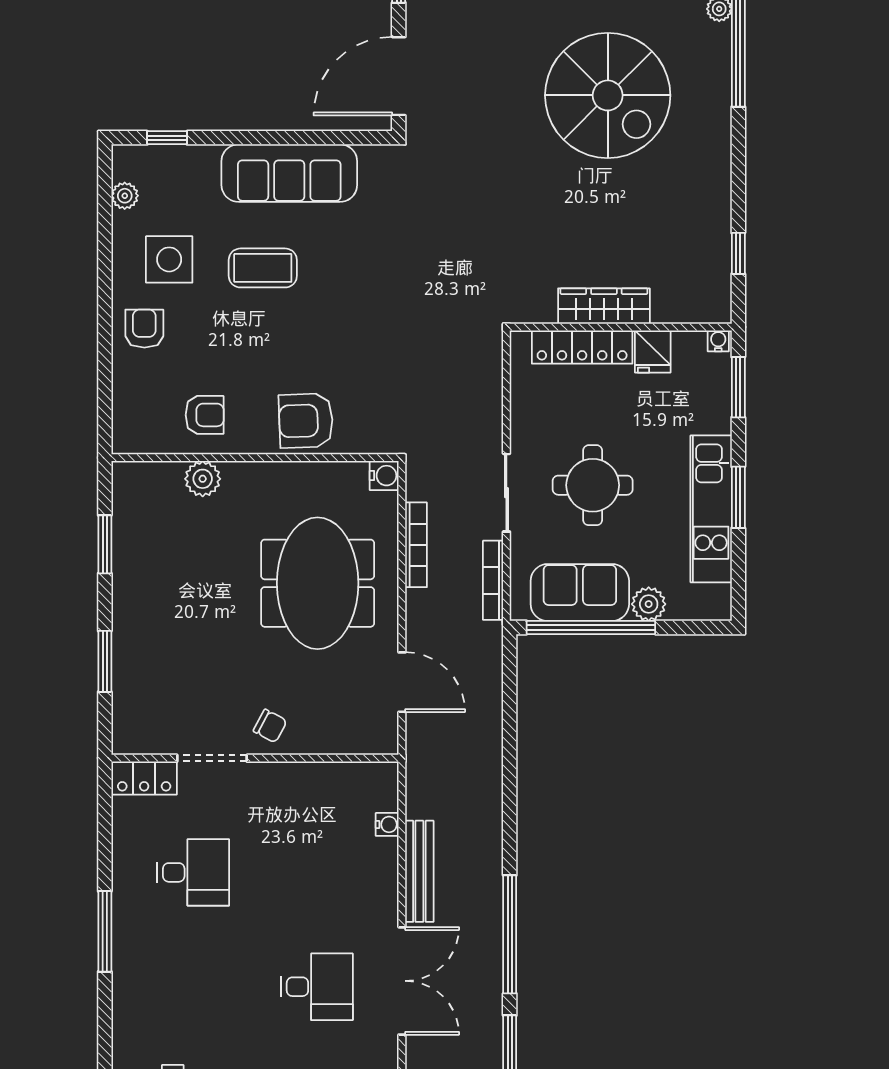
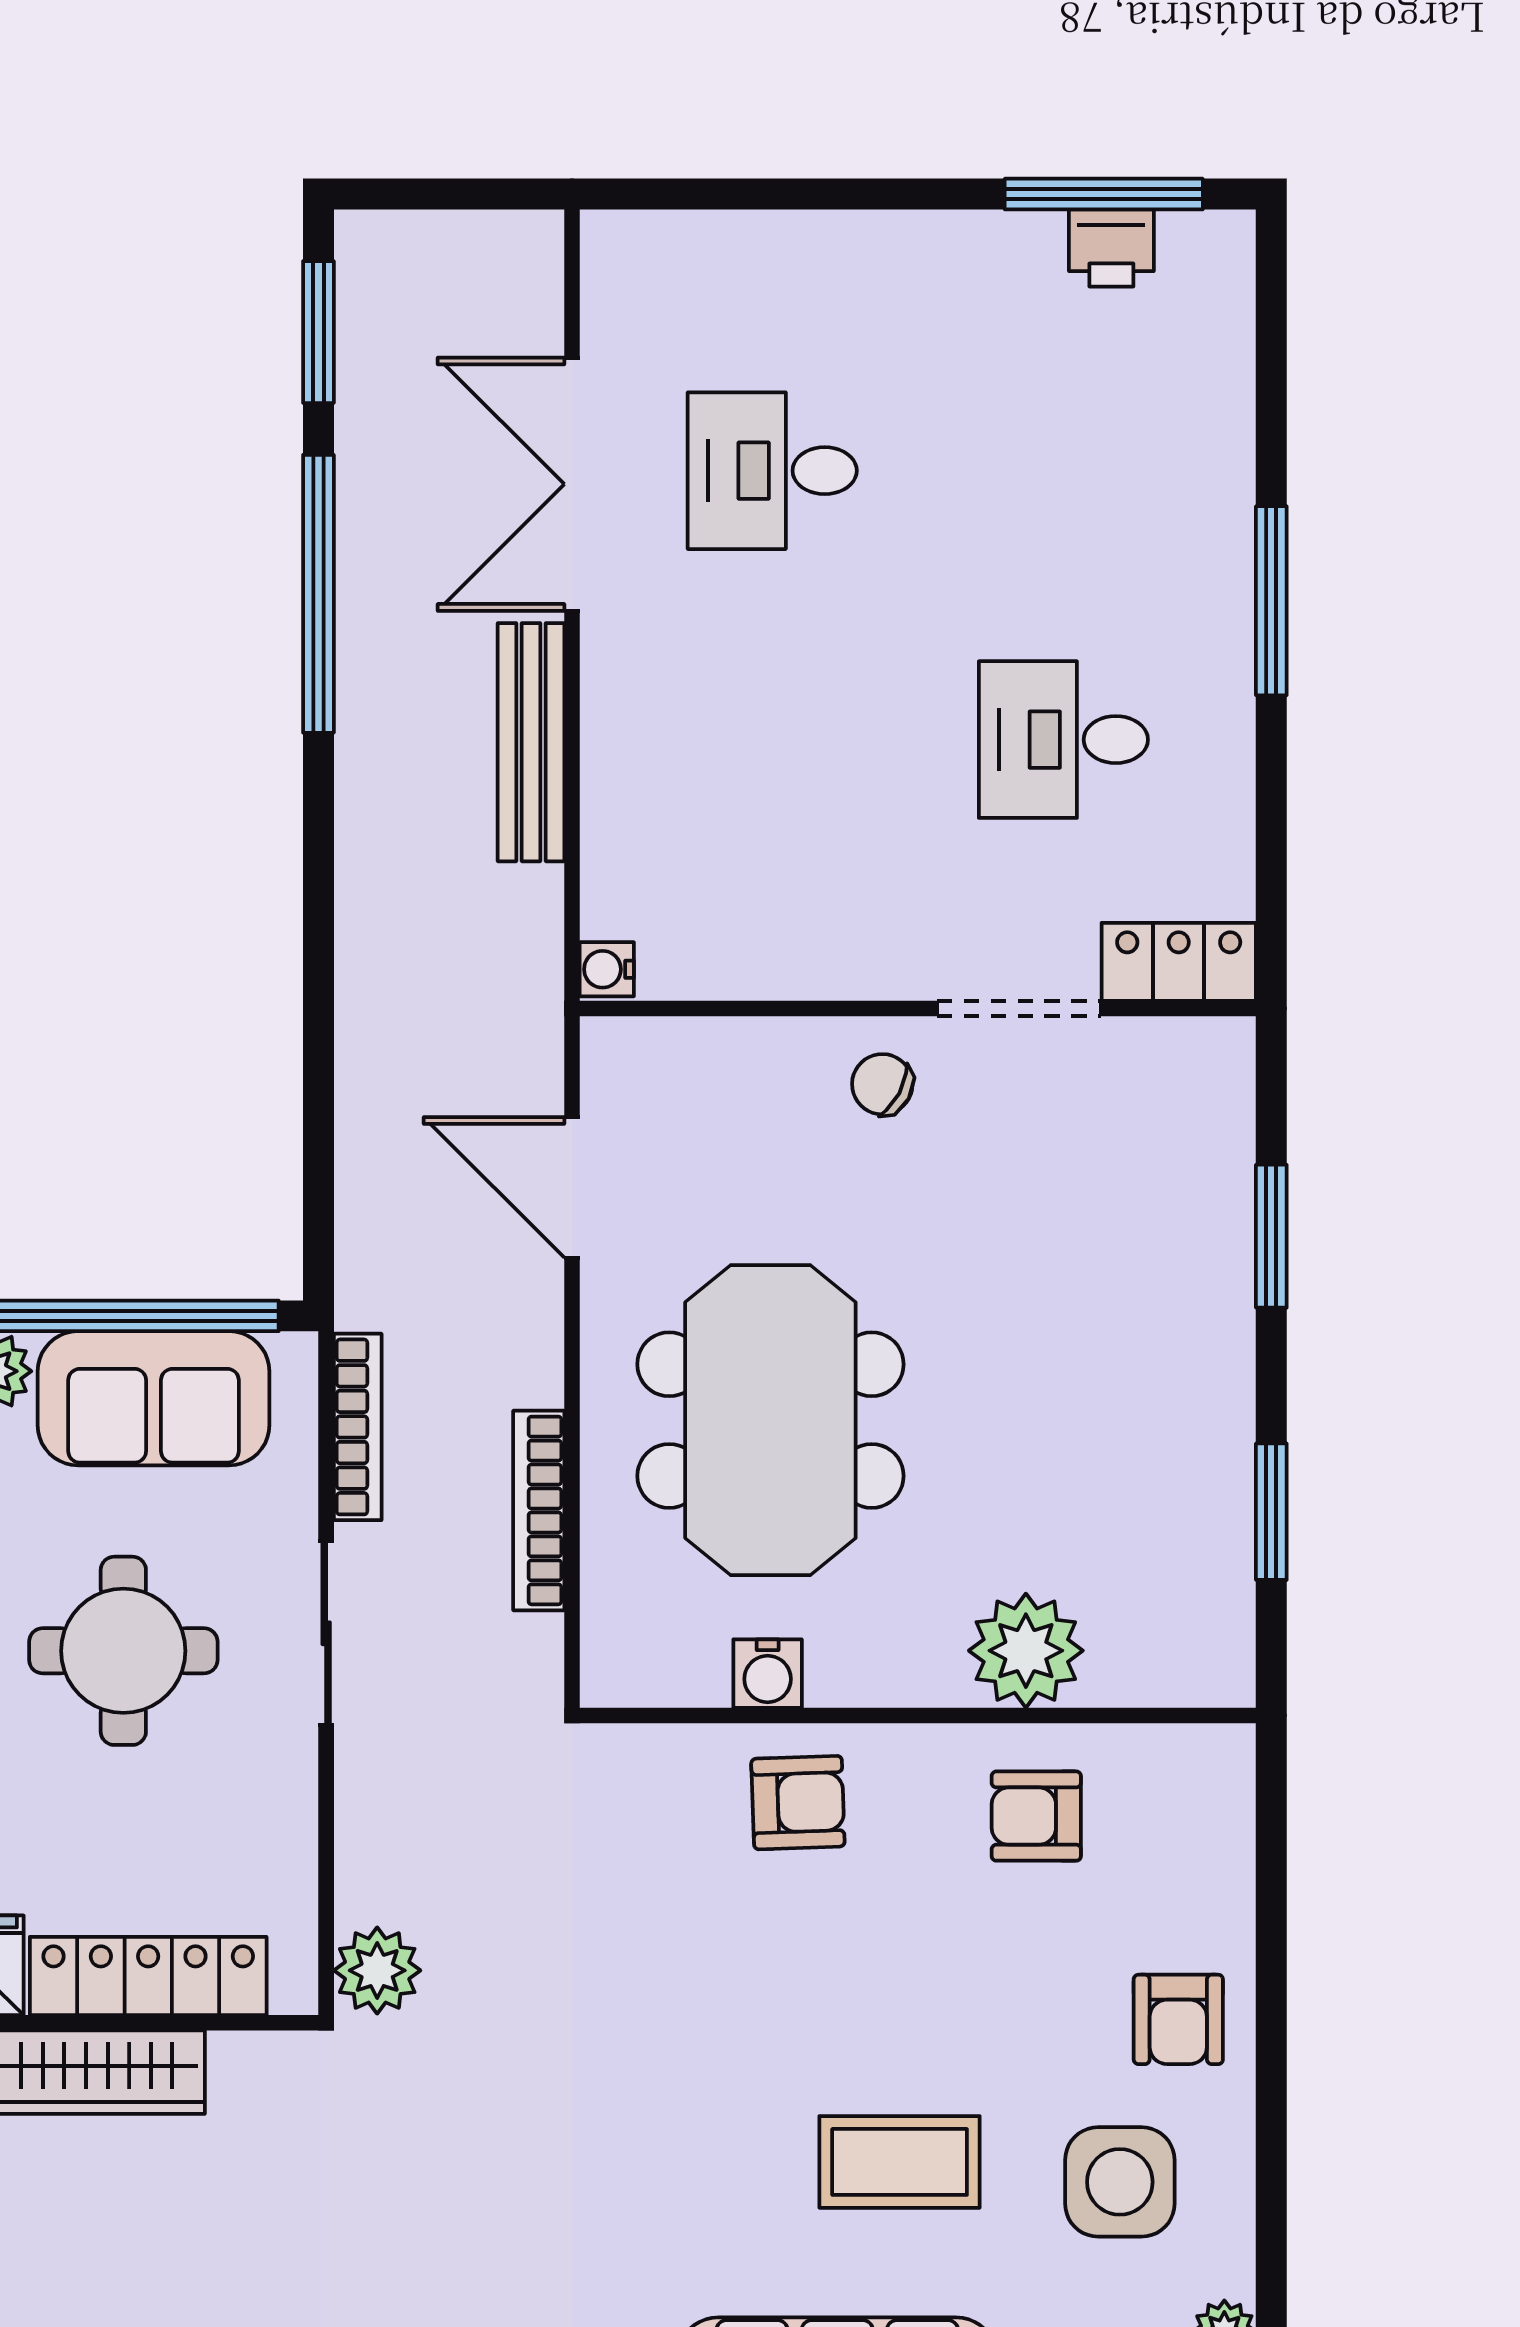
plant: (485, 349) -> (377, 1970), added
armchair: (306, 421) -> (798, 1803), width x0.72, depth x0.72
water cooler: (384, 476) -> (768, 1674), moved, turned -90
plant: (203, 479) -> (1026, 1651), width x1.36, depth x1.36
water cooler: (387, 824) -> (607, 969), moved

